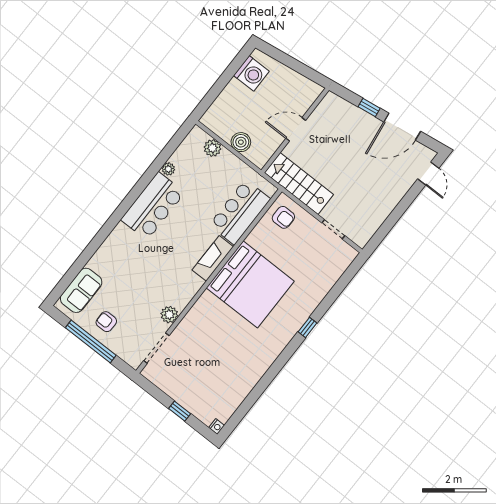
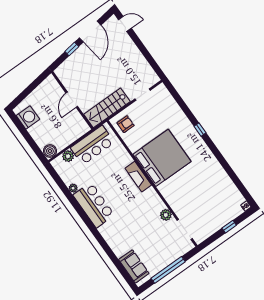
boiler: (241, 142) -> (50, 151), moved
bar counter: (240, 212) -> (92, 145), moved, turned -90
armchair: (106, 322) -> (158, 256), removed

